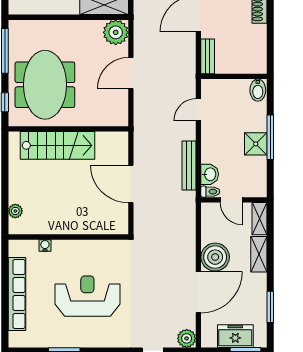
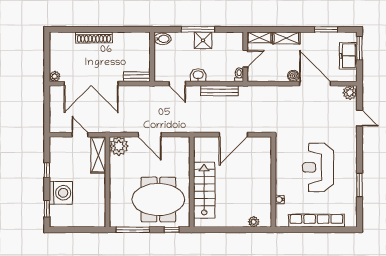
washbasin: (210, 174) -> (198, 75), moved
boiler: (215, 257) -> (293, 76), width x0.54, depth x0.54

